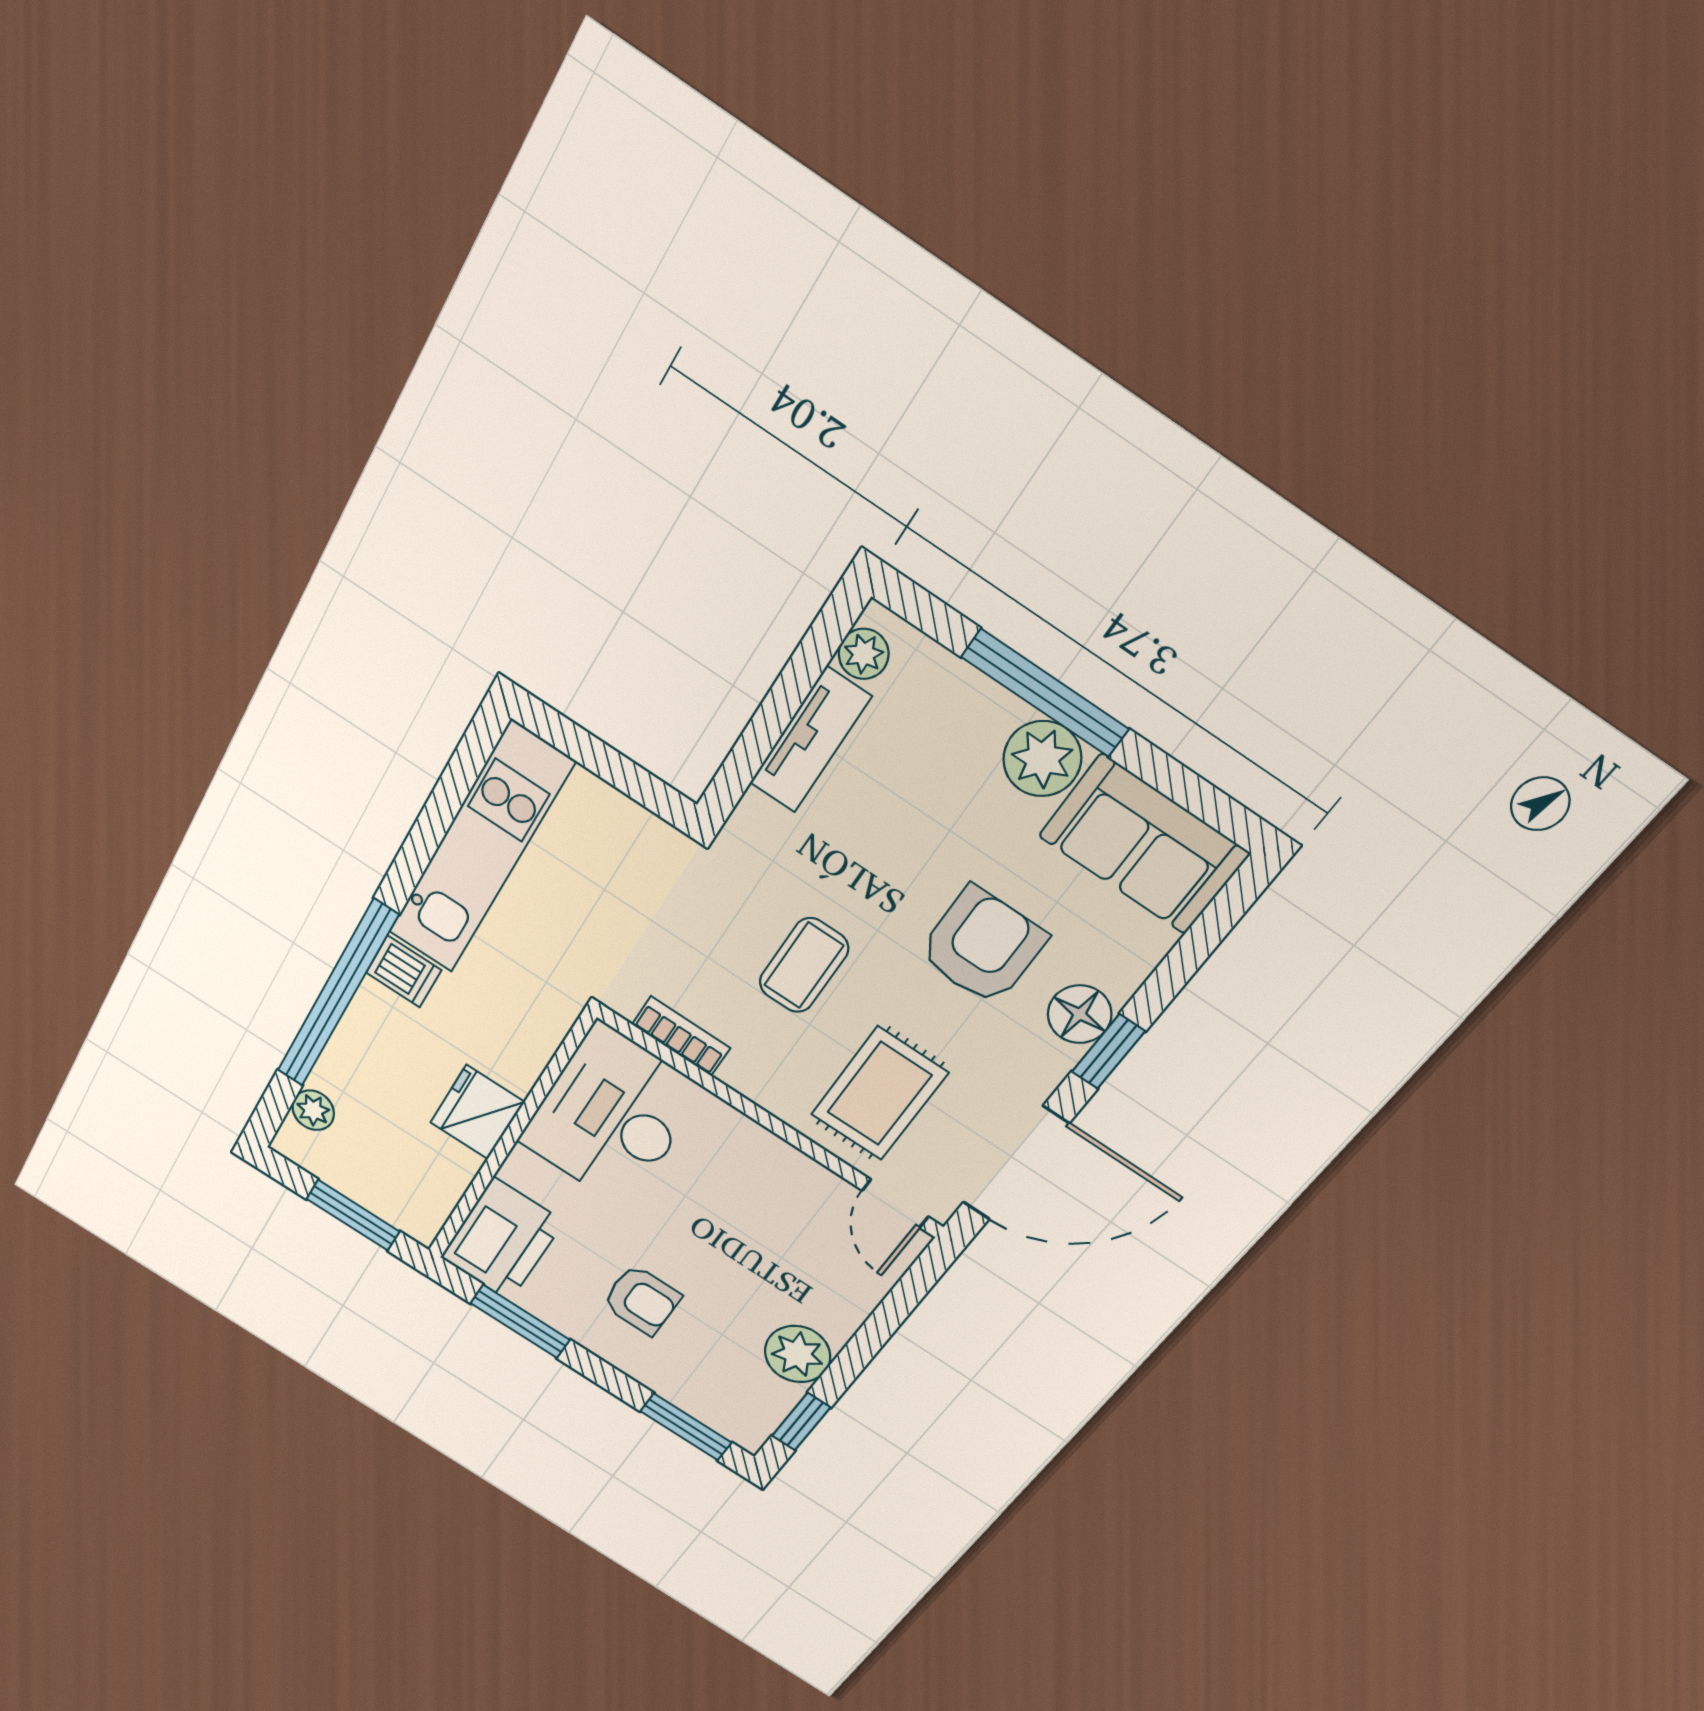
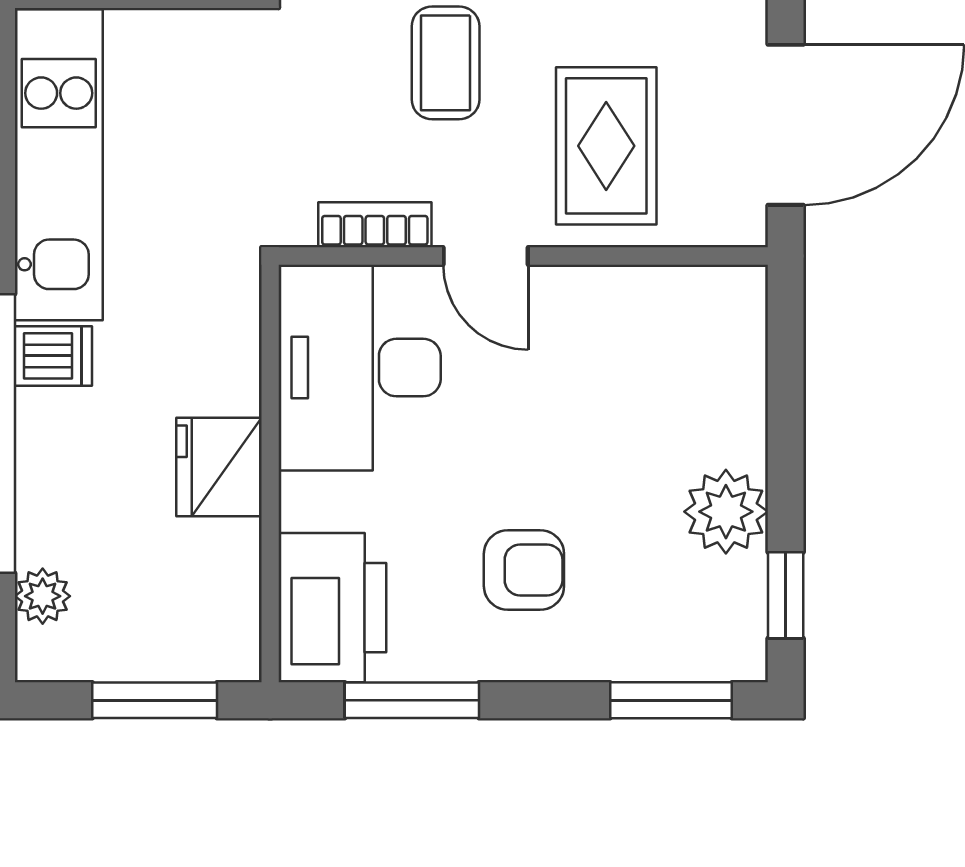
door: (895, 1204) -> (486, 256), moved

